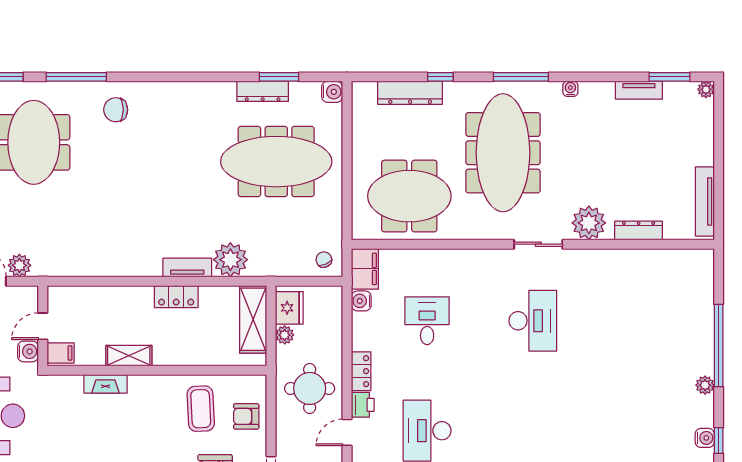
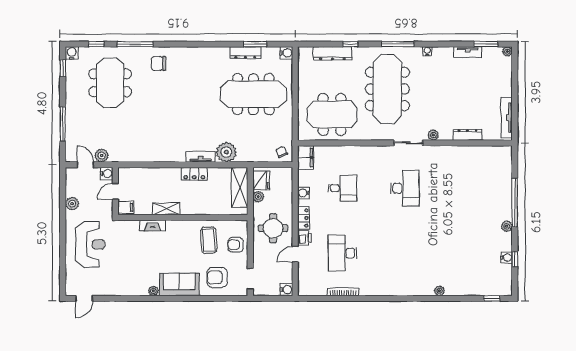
plant: (589, 223) -> (433, 135), width x0.53, depth x0.53
water cooler: (361, 301) -> (304, 193), moved
desk: (427, 321) -> (342, 188), turned 90
water cooler: (28, 351) -> (107, 174), moved

